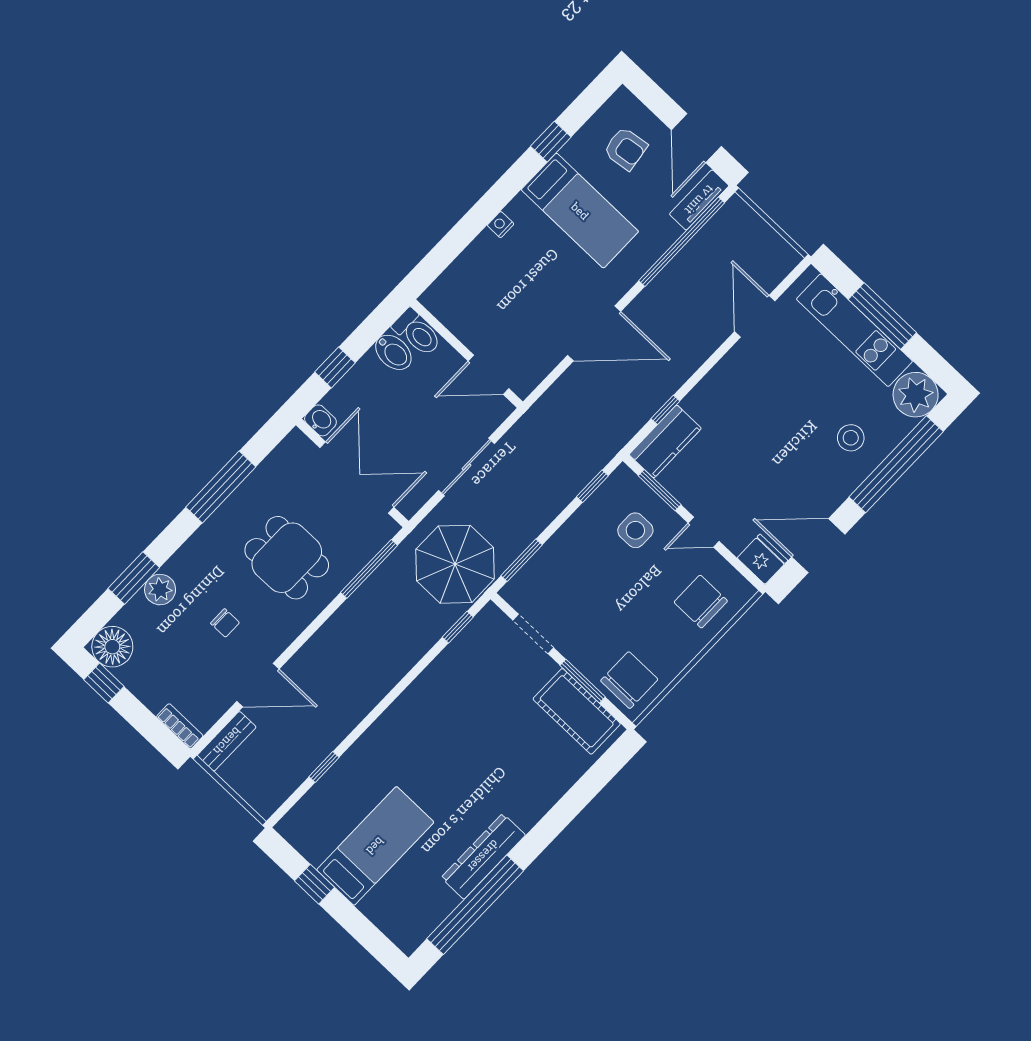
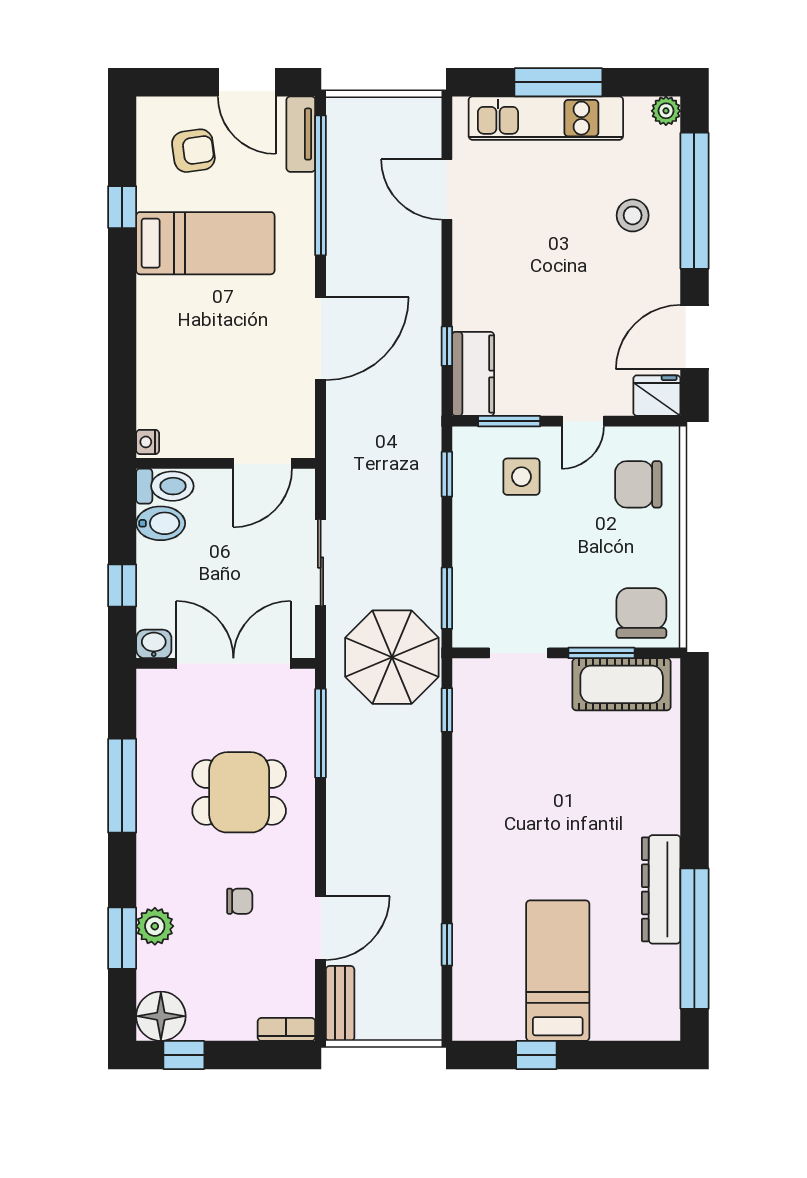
nightstand: (501, 225) -> (148, 442), moved
plant: (916, 395) -> (666, 111), width x0.53, depth x0.53

